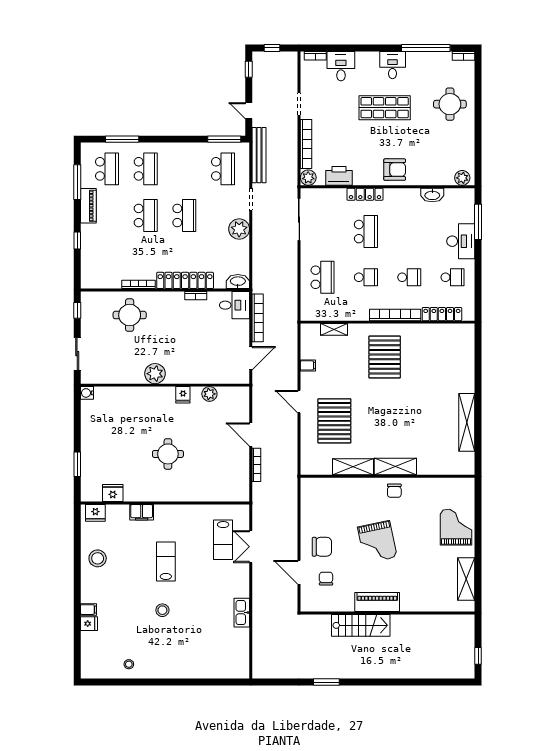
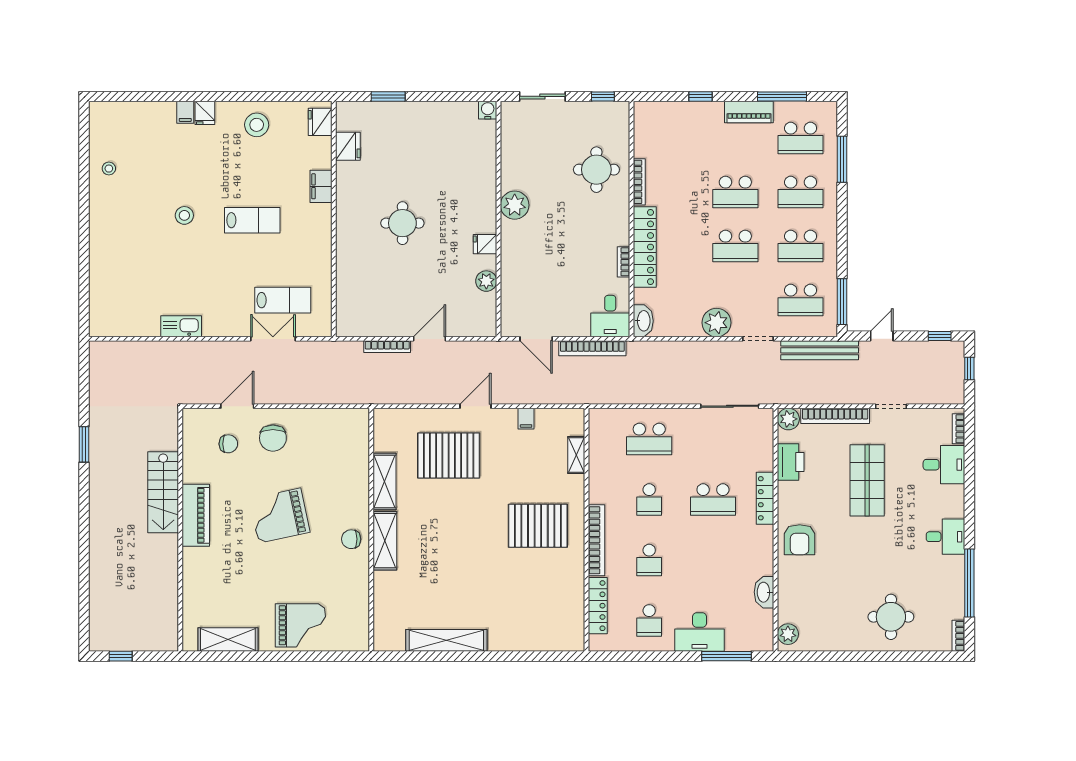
shop shelf: (385, 108) -> (867, 480), moved
school desk: (184, 169) -> (801, 246), added
lab bench: (223, 540) -> (283, 300), turned 180
fridge: (89, 624) -> (205, 113), moved

